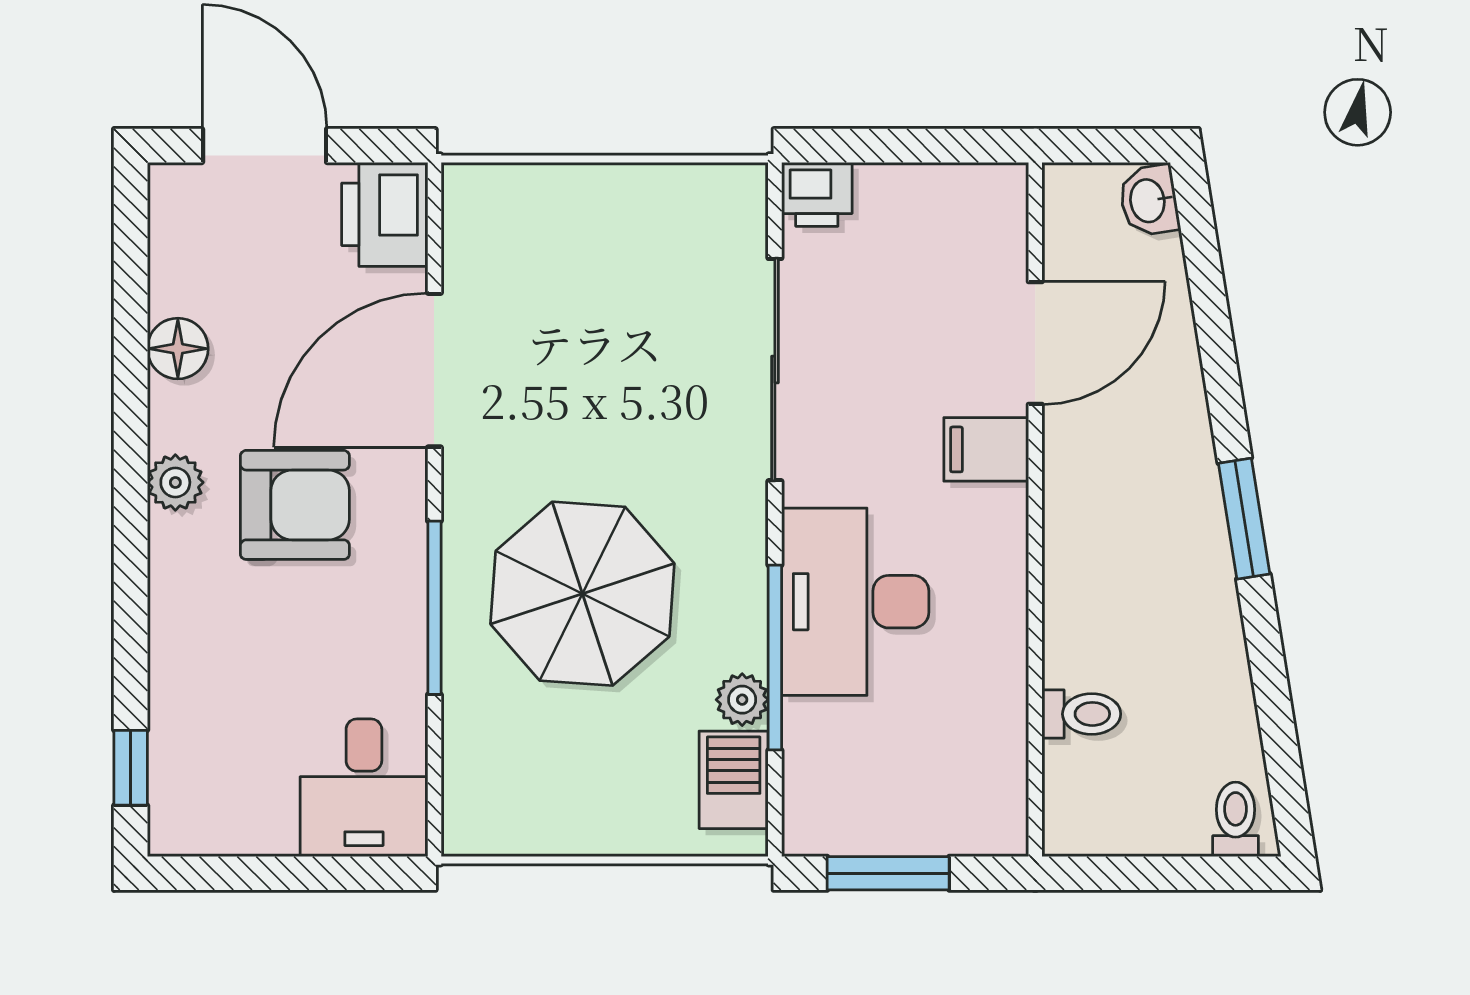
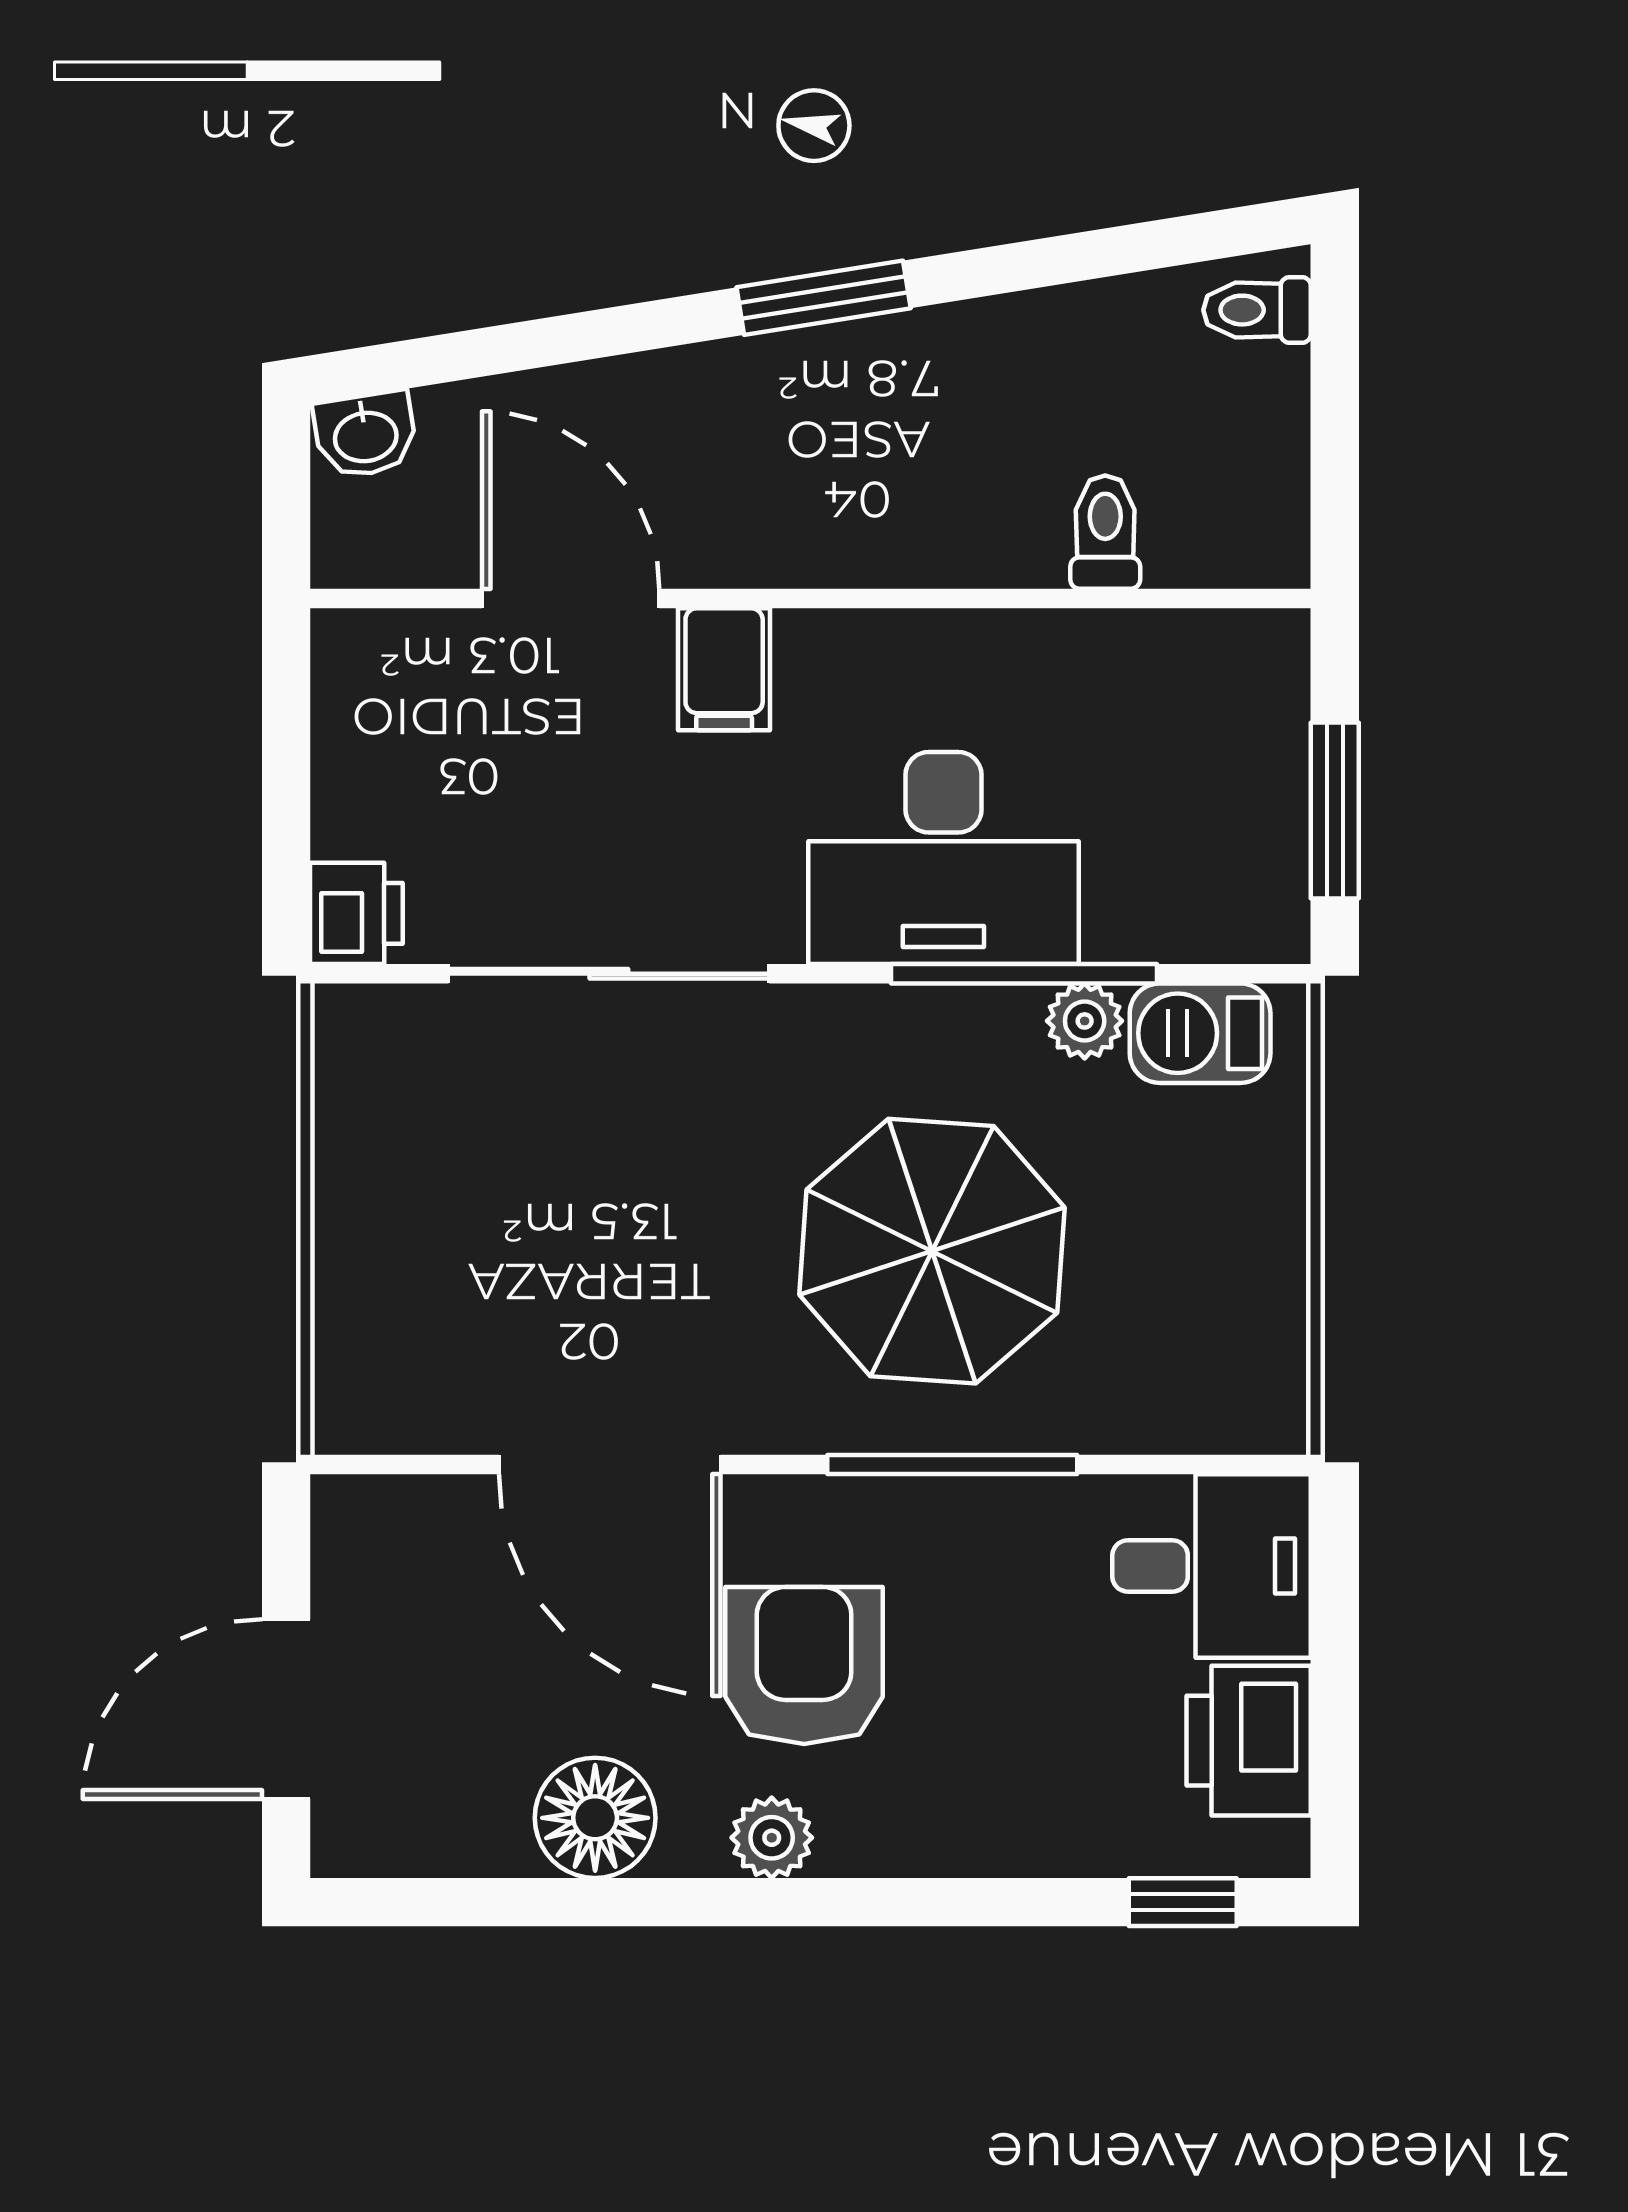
printer: (385, 214) -> (1249, 1741), moved, turned 90
floor lamp: (178, 349) -> (595, 1818), width x1.38, depth x1.38

